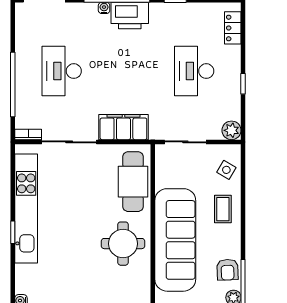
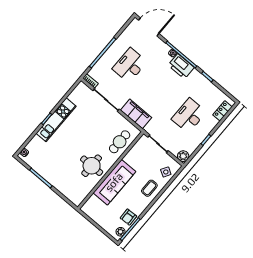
cafe table: (133, 182) -> (120, 142), width x0.73, depth x0.74
kitchen unit: (26, 208) -> (56, 120), width x0.73
sofa: (175, 240) -> (114, 182), width x0.74, depth x0.79

